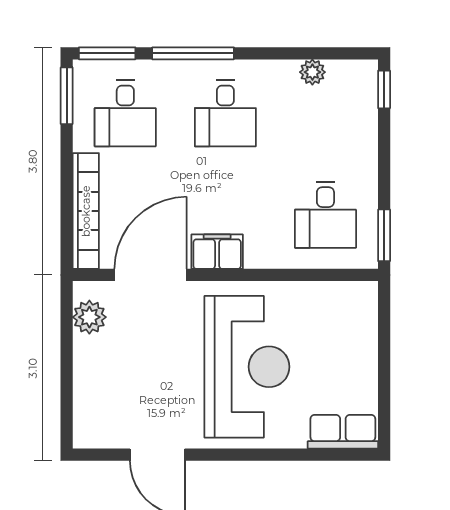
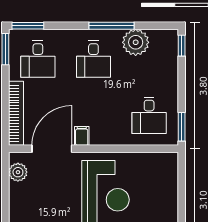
window: (193, 53) -> (112, 26), moved
plant: (312, 72) -> (136, 42), width x1.88, depth x1.88
filing cabinet: (217, 252) -> (82, 136), width x0.50

